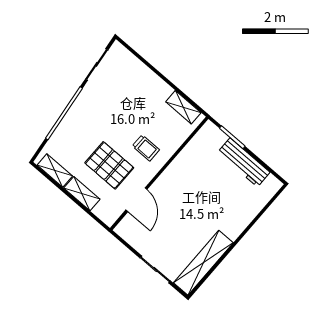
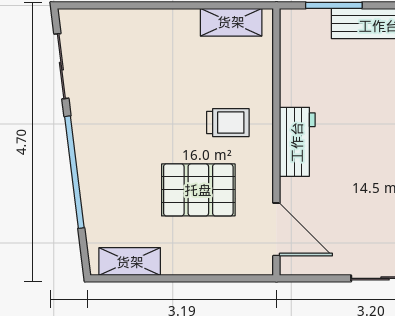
workbench: (168, 181) -> (297, 142), added
shelving: (82, 194) -> (194, 261), removed
door: (136, 200) -> (276, 229), moved

